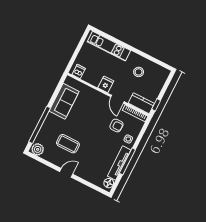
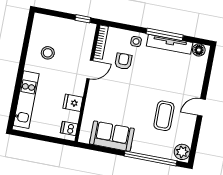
fridge: (106, 84) -> (73, 103), moved
kitchen counter: (141, 103) -> (86, 38), removed
door: (66, 173) -> (201, 107), hinge flipped

